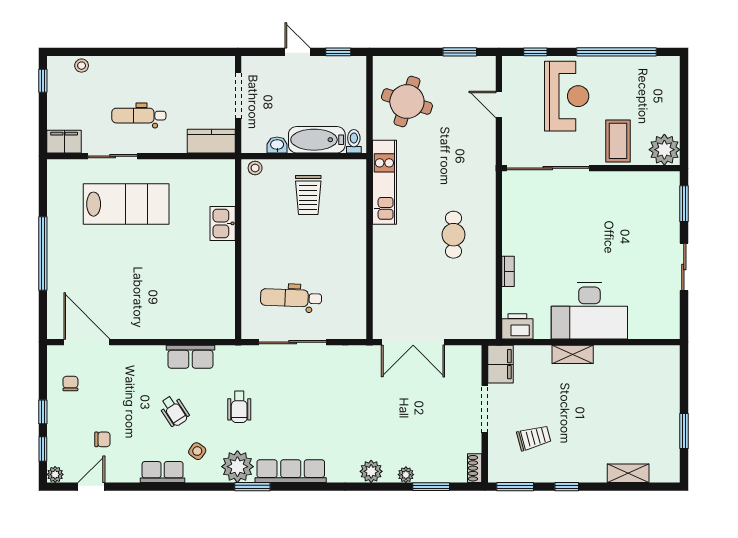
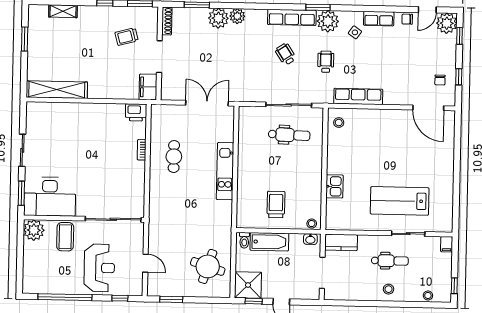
stool: (140, 74) -> (389, 289), added
shower: (347, 75) -> (248, 285), added
reception desk: (567, 96) -> (99, 268), turned 180
filing cabinet: (64, 142) -> (447, 244), width x0.50
washbasin: (277, 145) -> (310, 239), moved
kitchen unit: (384, 182) -> (225, 171), moved
cafe table: (453, 235) -> (174, 157), moved
window: (43, 254) -> (457, 169), removed
desk: (589, 311) -> (50, 197), moved, turned 180
stool: (218, 318) -> (339, 123), added
shelving: (573, 354) -> (57, 90), moved, width x2.20, depth x1.33
row of seats: (190, 357) -> (358, 96), width x1.48
wheelchair: (174, 411) -> (286, 54), moved
window: (43, 412) -> (459, 77), moved
chair: (102, 439) -> (407, 19), moved
shoe rack: (475, 468) -> (167, 21), width x1.43
plant: (55, 474) -> (447, 23), width x1.87, depth x1.87
plant: (406, 475) -> (218, 18), width x1.88, depth x1.88

